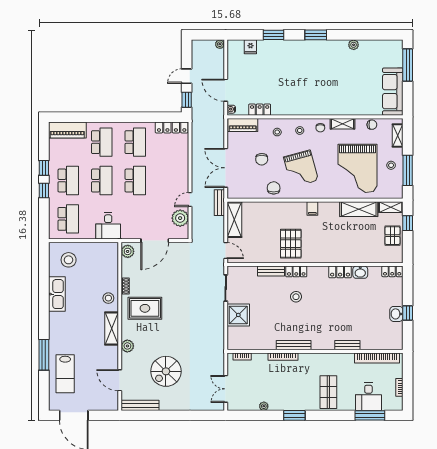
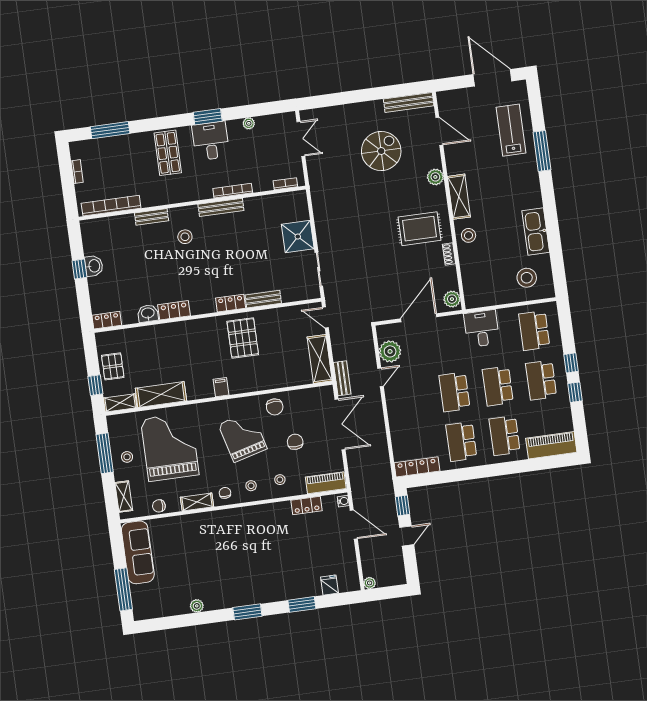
stool: (296, 297) -> (185, 237), moved
desk: (368, 397) -> (211, 141), moved

